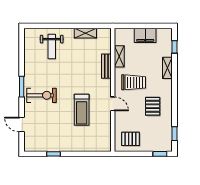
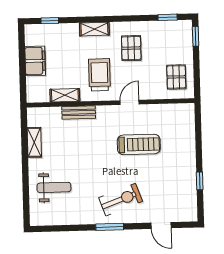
shelving: (167, 68) -> (94, 29), moved
exercise bike: (41, 95) -> (121, 200), turned 70
pallet: (153, 106) -> (131, 48), turned 90
door: (22, 125) -> (161, 225), hinge flipped

